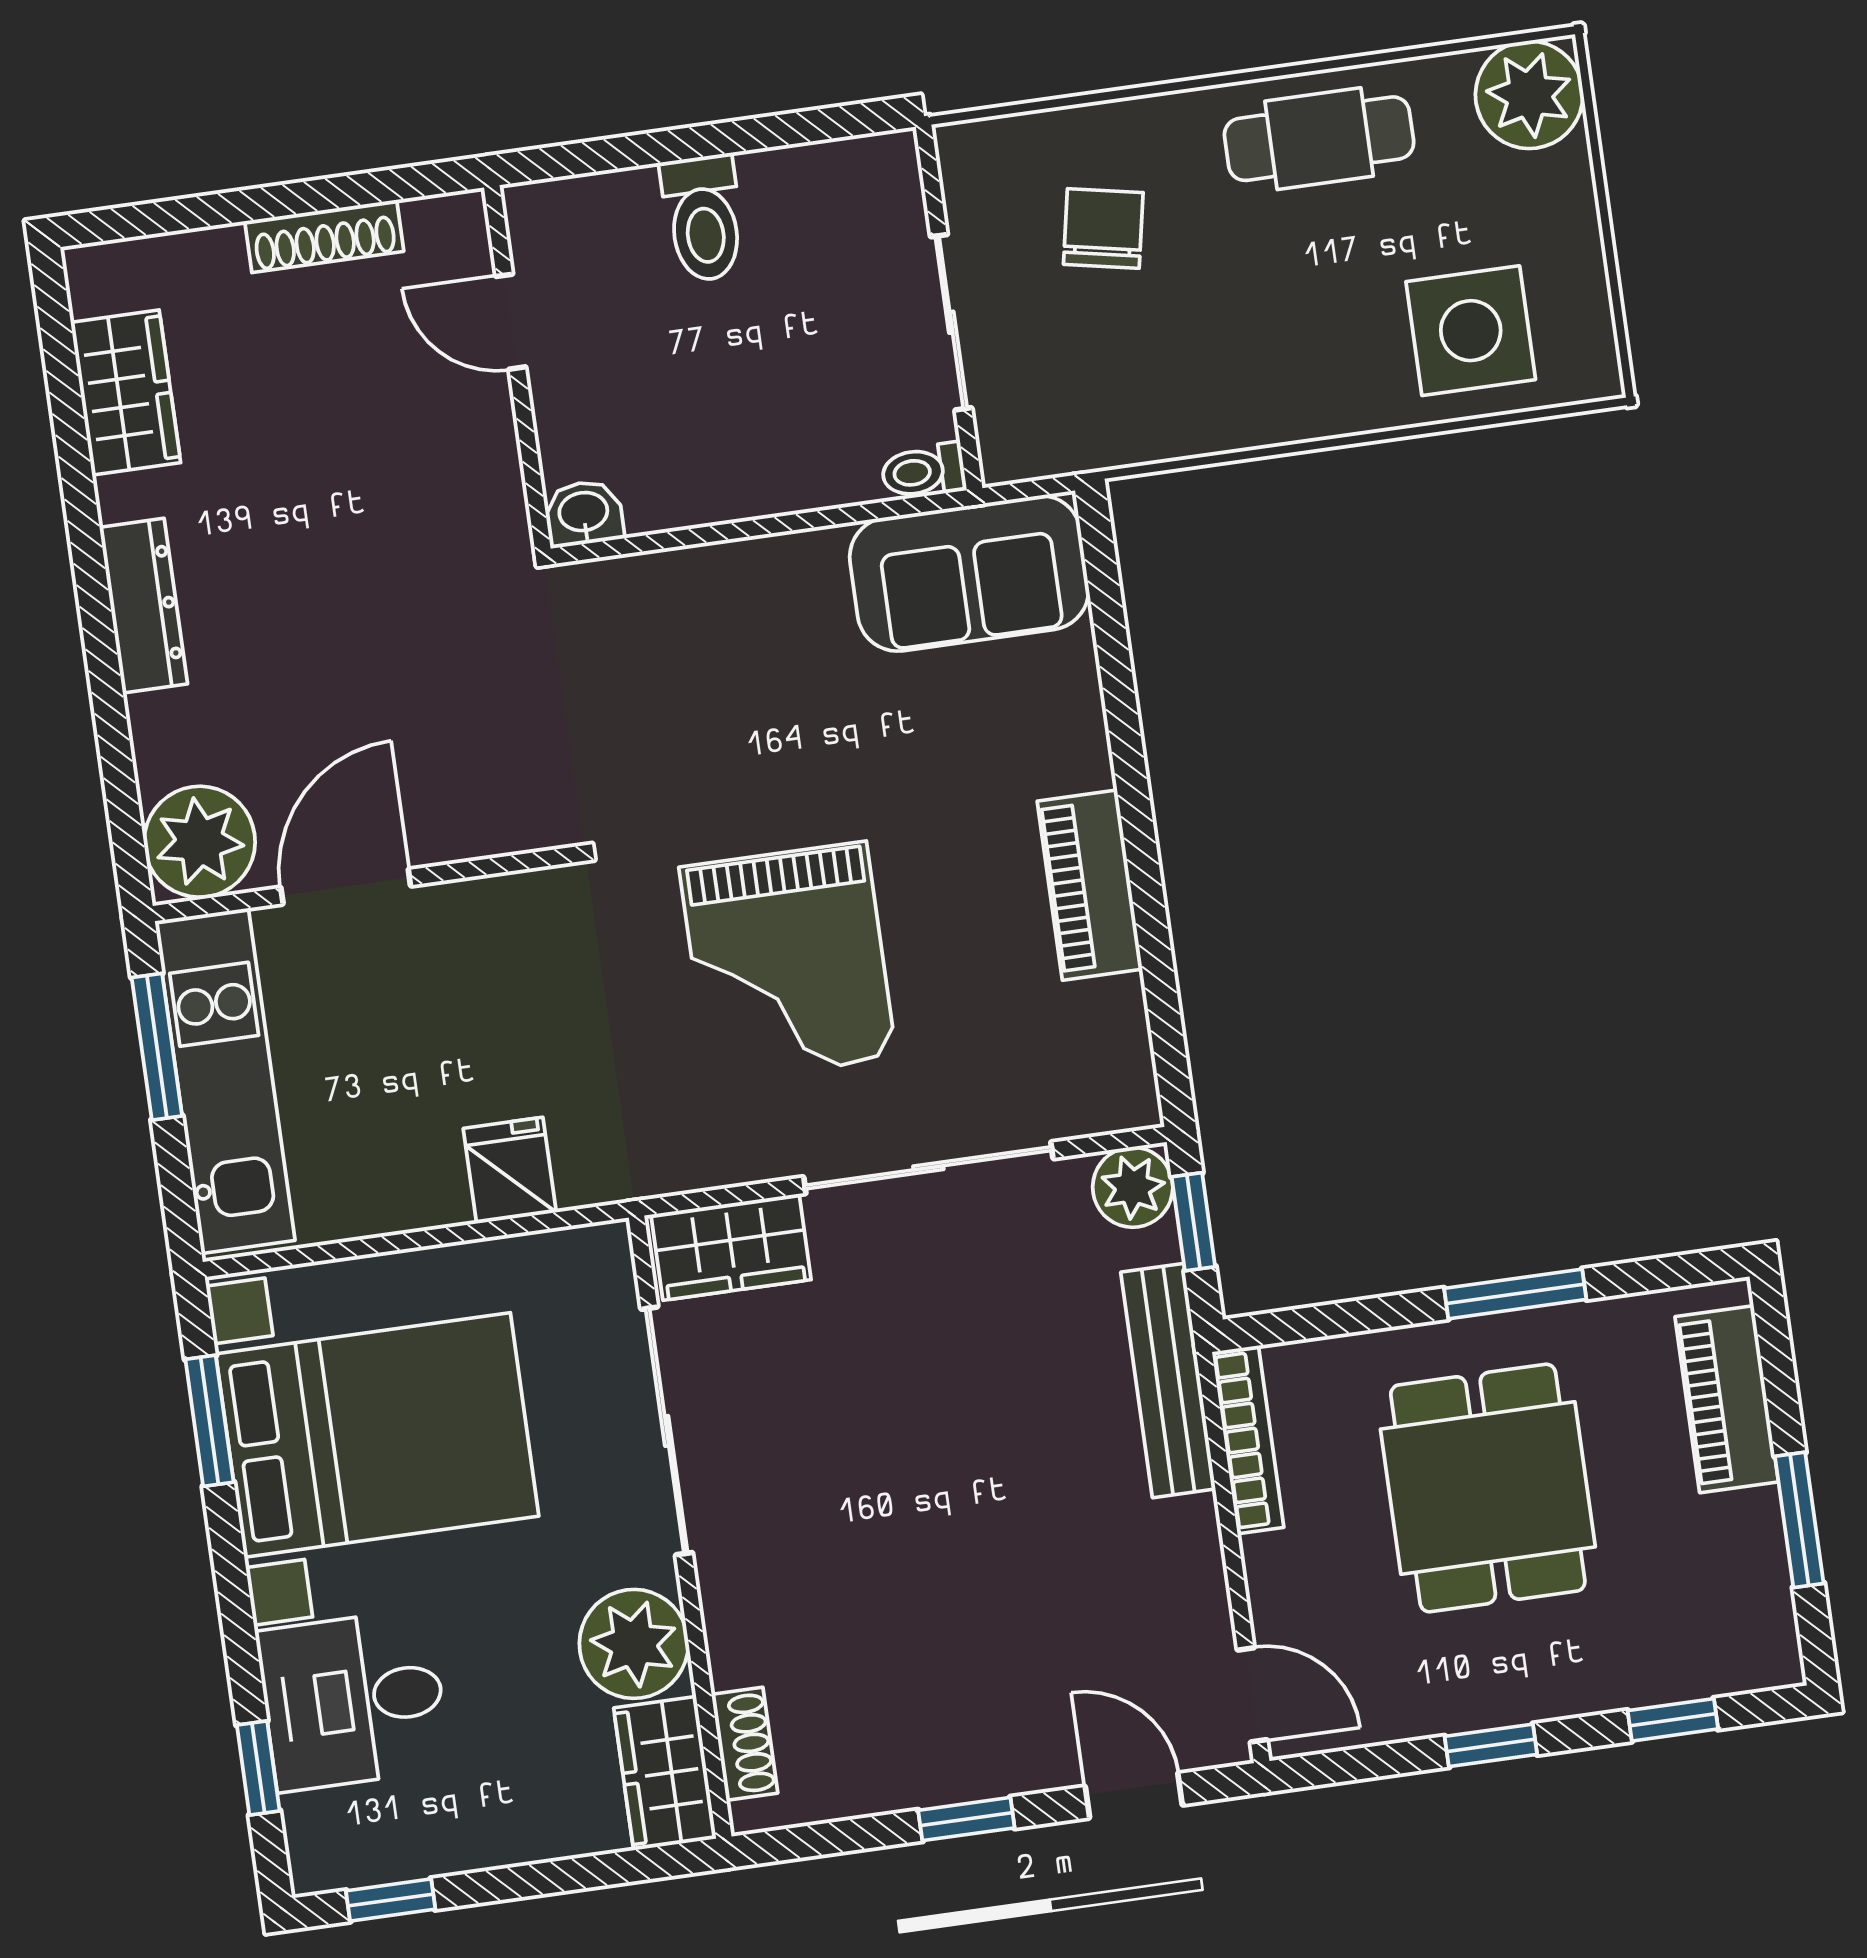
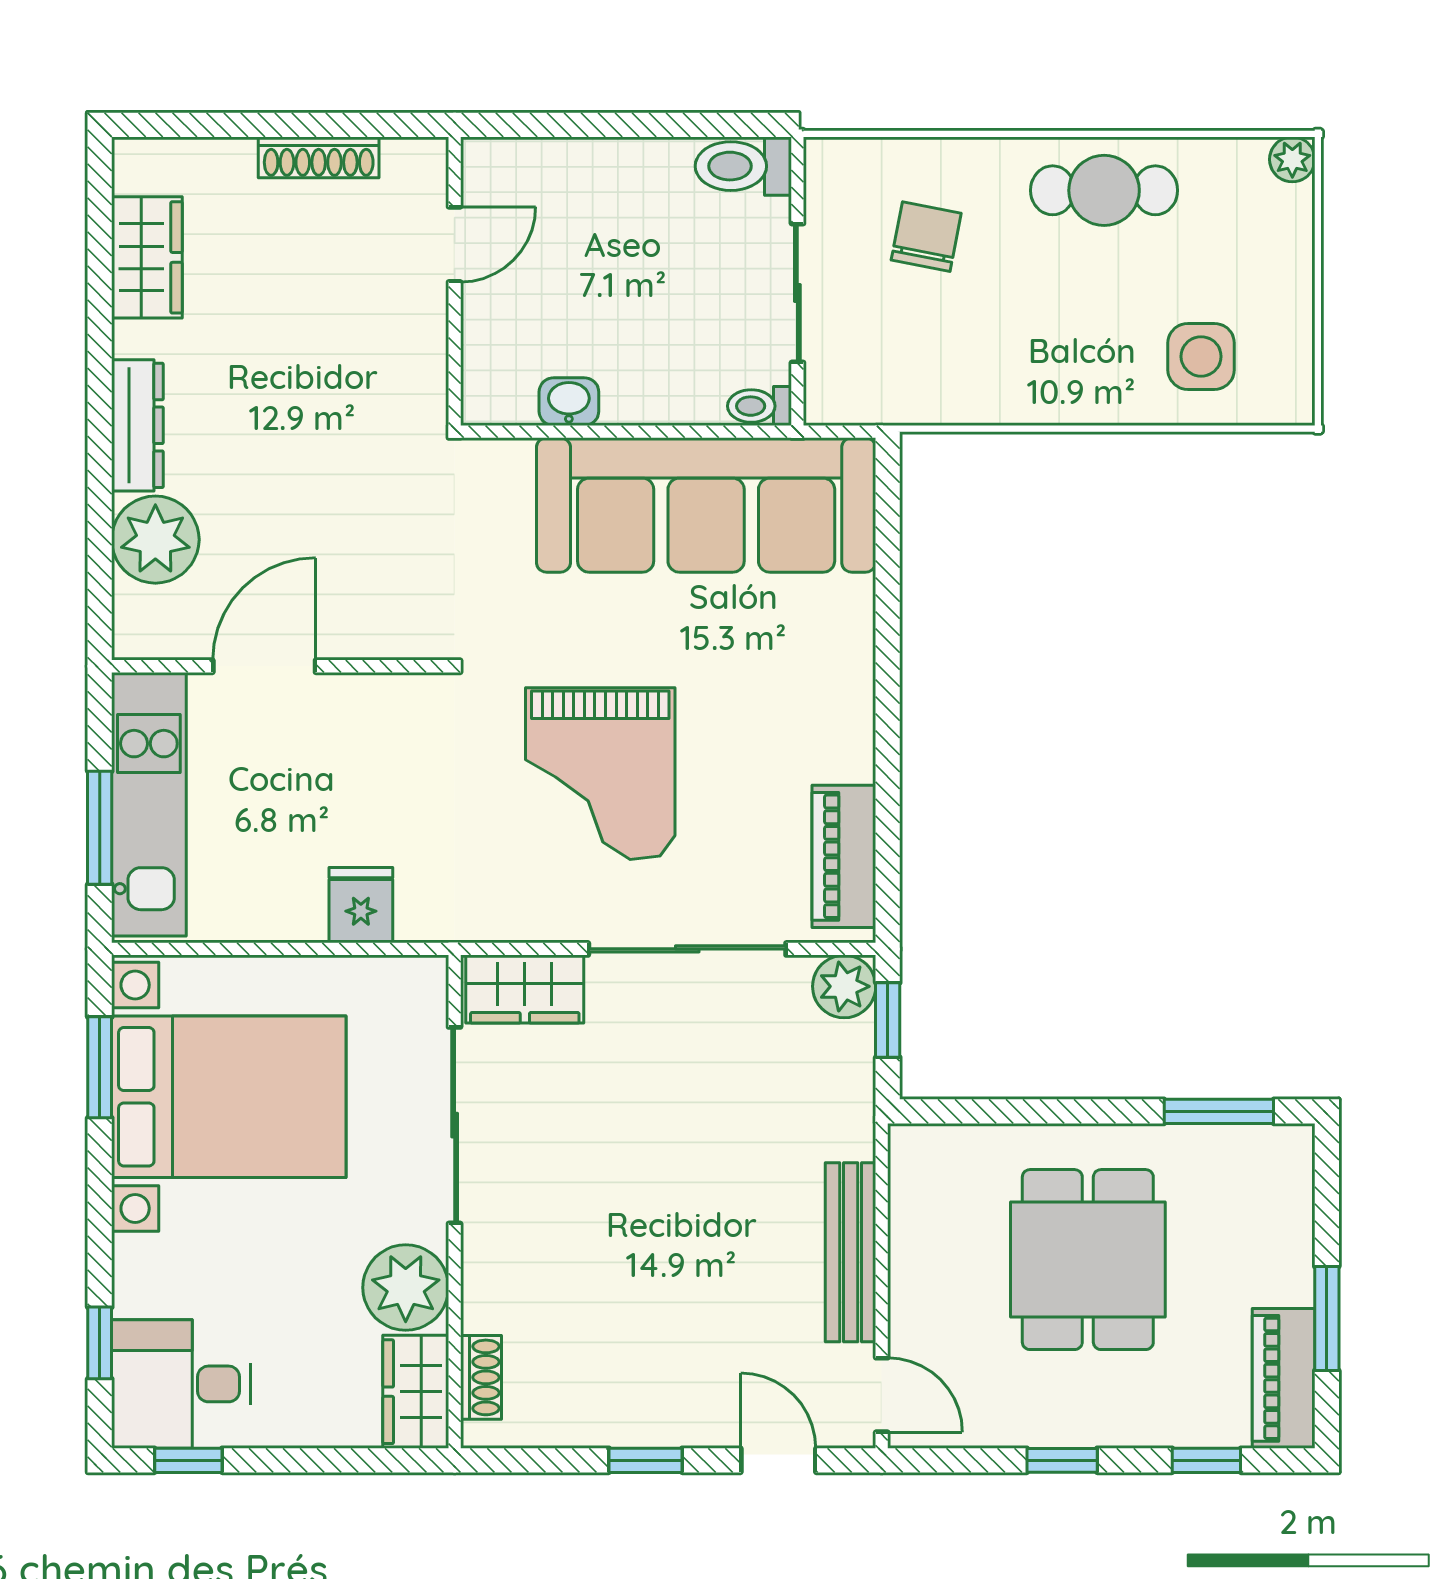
plant: (1529, 95) -> (1292, 159), width x0.53, depth x0.53
toilet: (703, 218) -> (743, 166), moved, turned 90
door: (511, 322) -> (455, 244), swing flipped
side table: (1471, 331) -> (1201, 356), width x0.73, depth x0.73
washbasin: (584, 513) -> (569, 402), moved
sofa: (969, 573) -> (706, 505), width x1.85, depth x1.27
plant: (200, 842) -> (155, 540), moved
piano: (1090, 885) -> (844, 856), moved
window: (157, 1047) -> (100, 828), moved
window: (1515, 1294) -> (1219, 1111), moved
bench: (1168, 1381) -> (851, 1252), moved
piano: (1727, 1399) -> (1284, 1378), moved
bookcase: (1248, 1440) -> (906, 1196), removed
desk: (353, 1700) -> (181, 1384), moved

